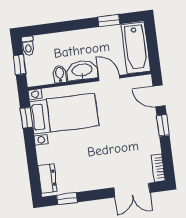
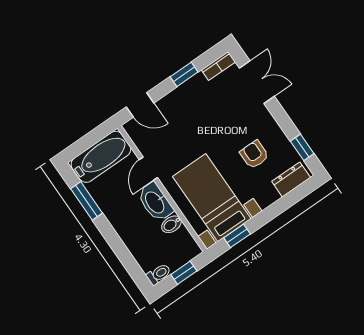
window: (109, 21) -> (86, 201), width x1.50
door: (159, 96) -> (140, 105), hinge flipped
window: (163, 125) -> (184, 74), moved
armchair: (80, 161) -> (254, 155), added

